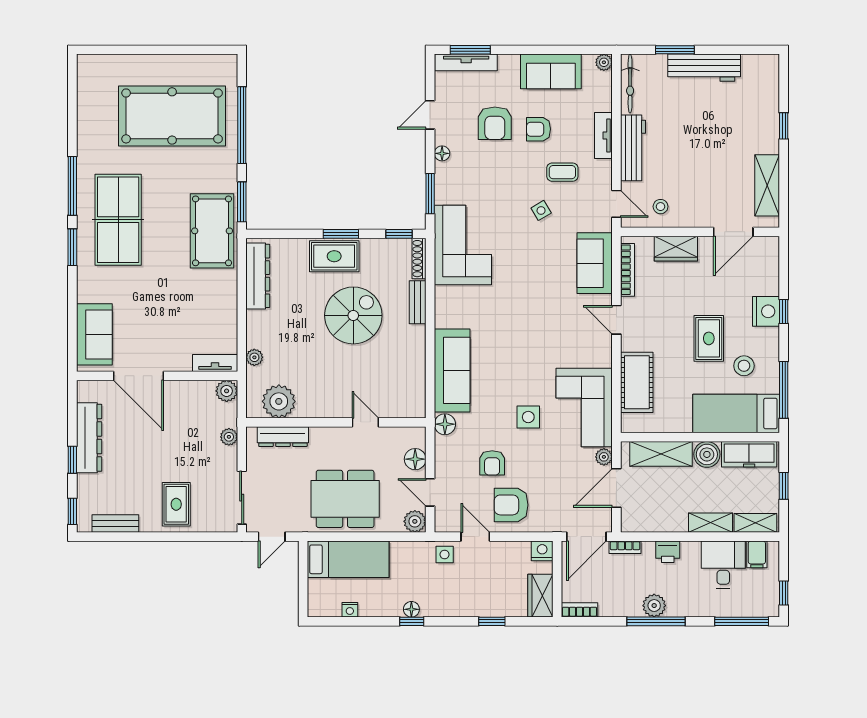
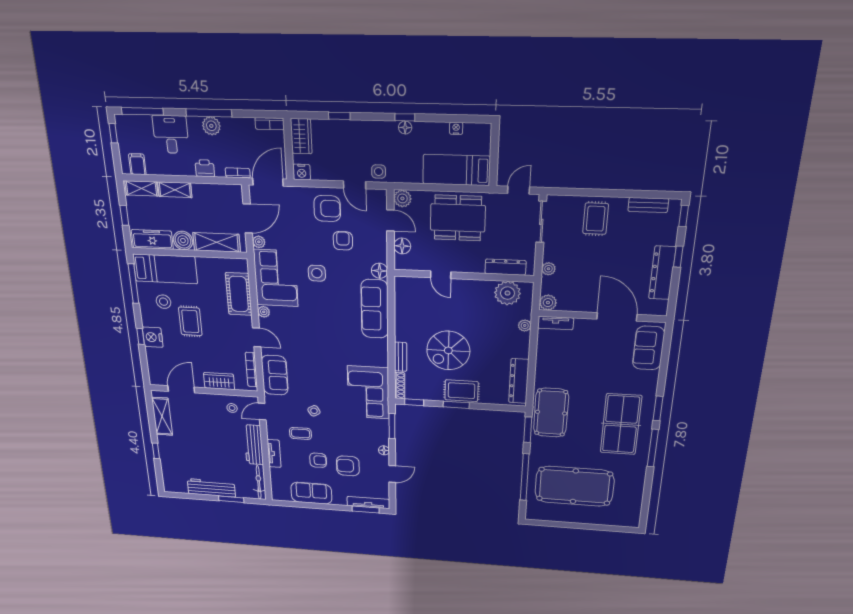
plant: (604, 62) -> (264, 312), moved
armchair: (495, 123) -> (348, 466), turned -90
door: (616, 204) -> (262, 412), hinge flipped
desk: (723, 565) -> (171, 134), moved, turned 180

